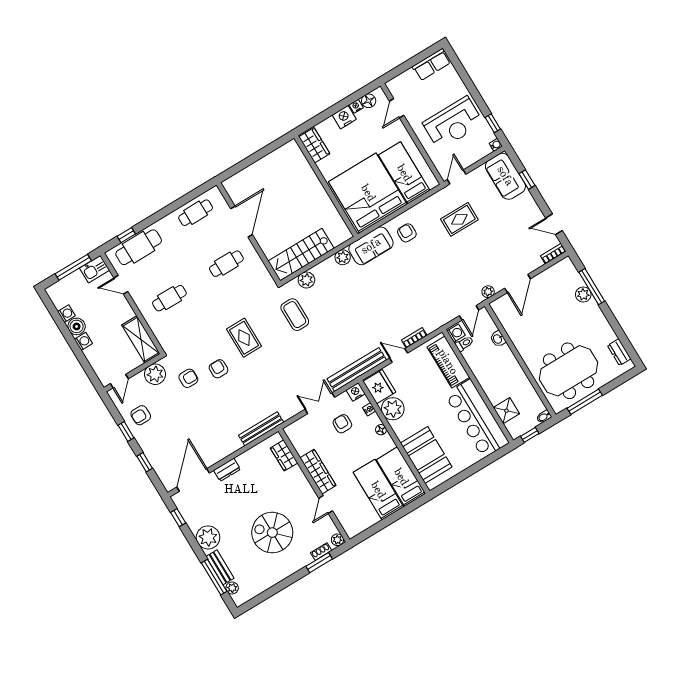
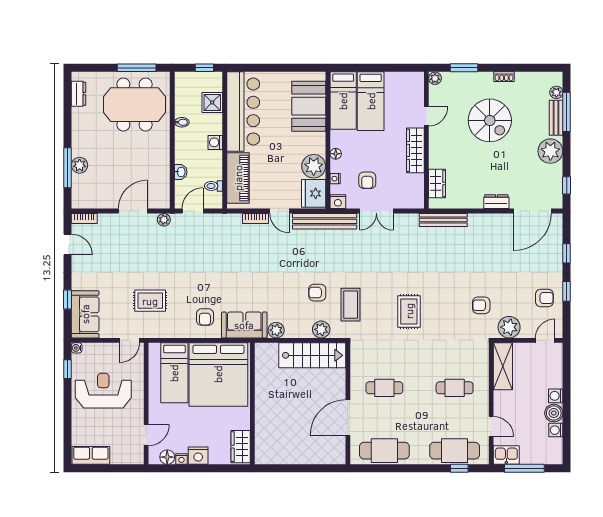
cafe table: (196, 213) -> (384, 451), width x1.37, depth x1.35
washing machine: (456, 333) -> (215, 142), moved
armchair: (219, 369) -> (317, 293), moved, turned 90
bidet: (544, 417) -> (182, 122), moved
shoe rack: (321, 552) -> (504, 77), moved

